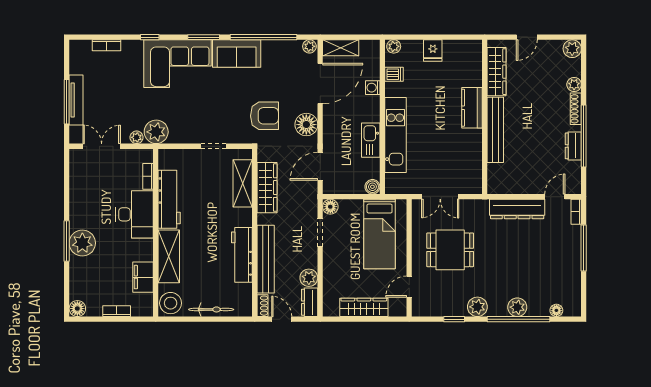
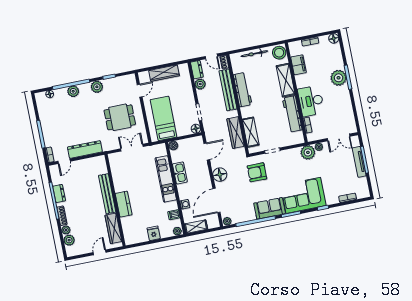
shelving: (341, 48) -> (196, 227), moved
plant: (572, 49) -> (69, 240), moved
armchair: (264, 116) -> (257, 172), moved

